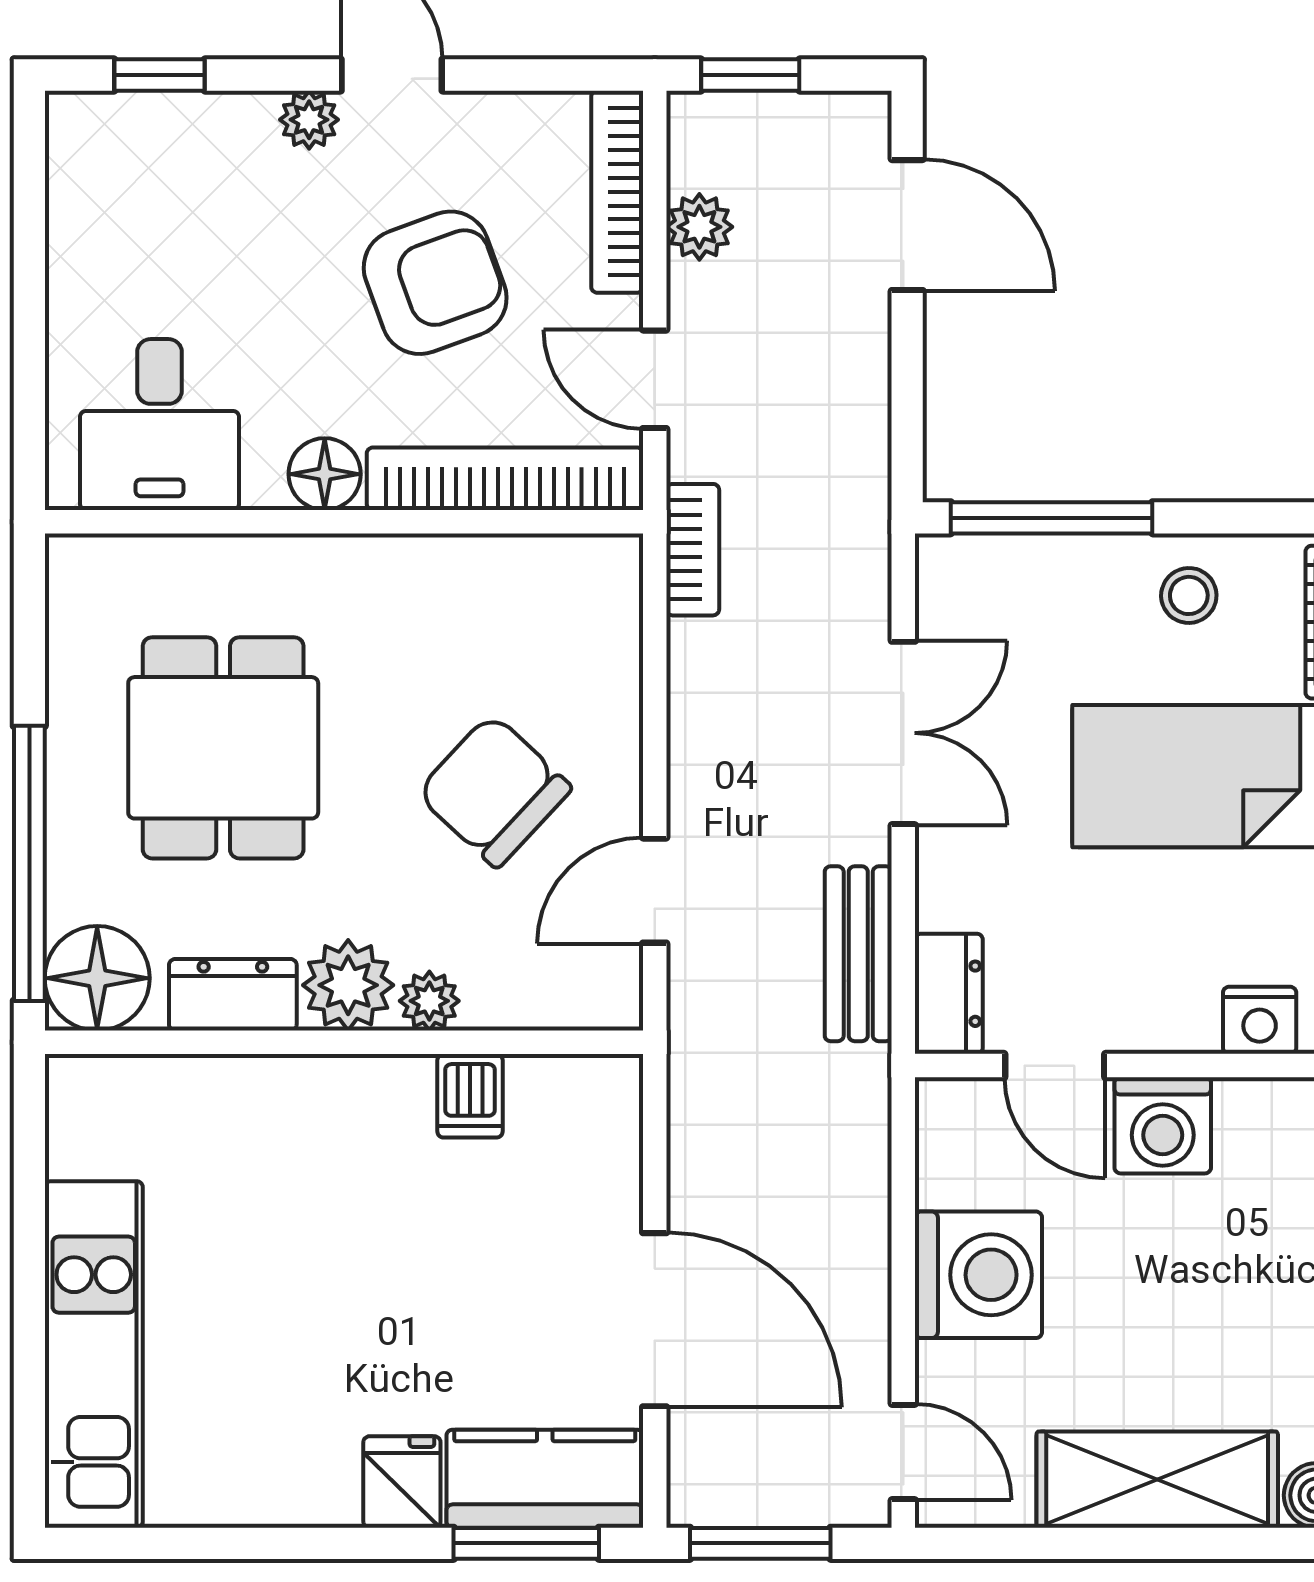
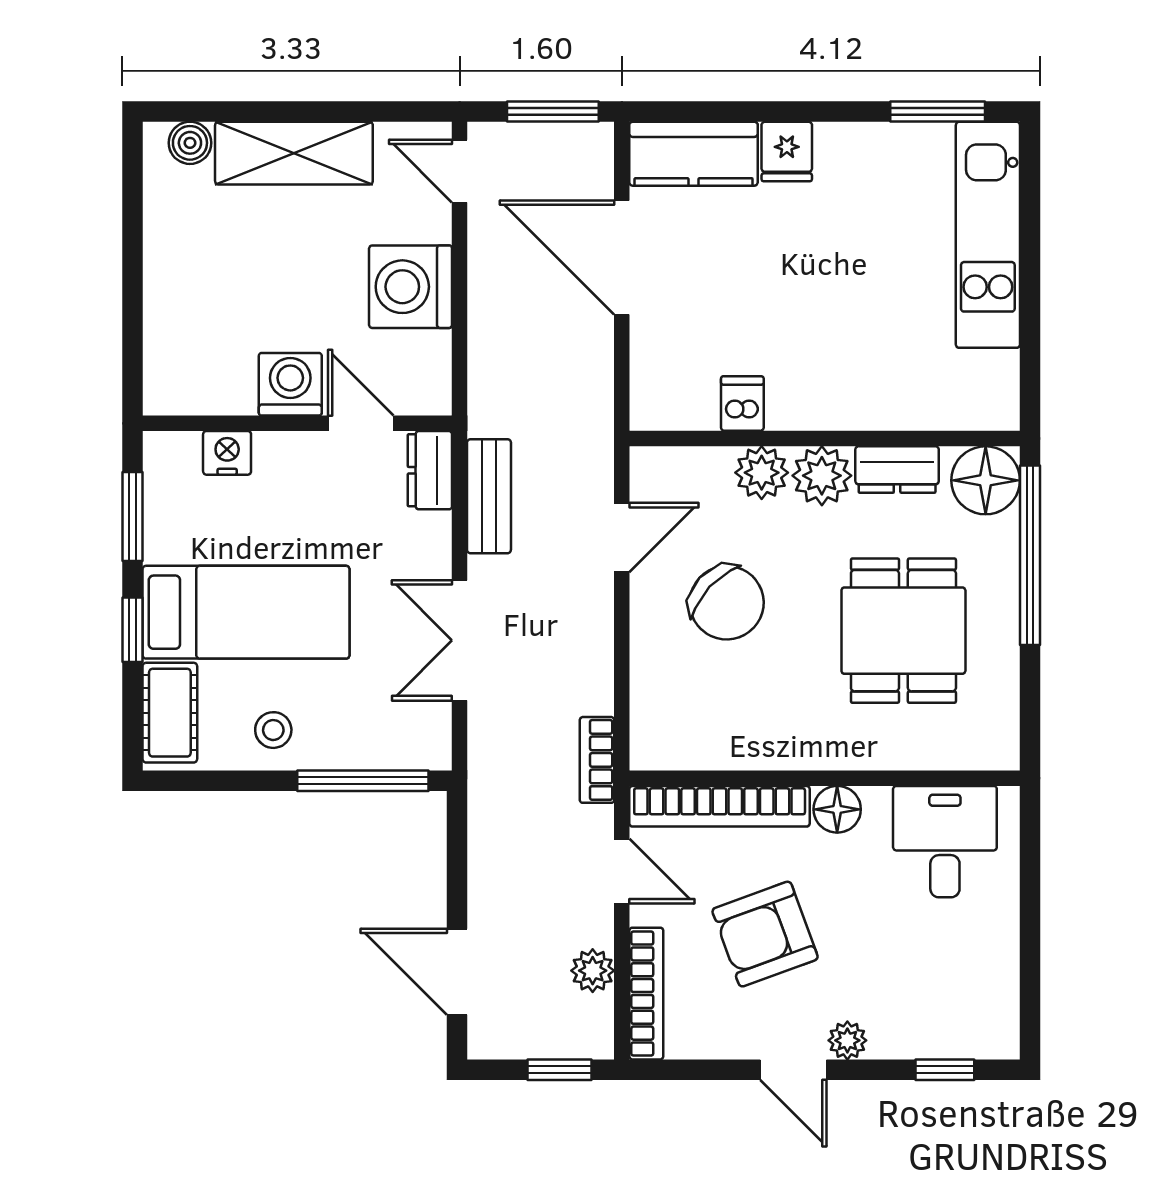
plant: (429, 1001) -> (762, 473), width x1.38, depth x1.38
window: (526, 1543) -> (938, 112), moved

